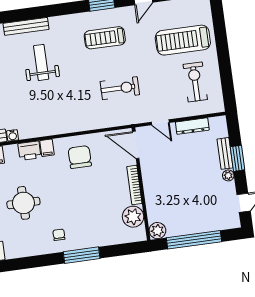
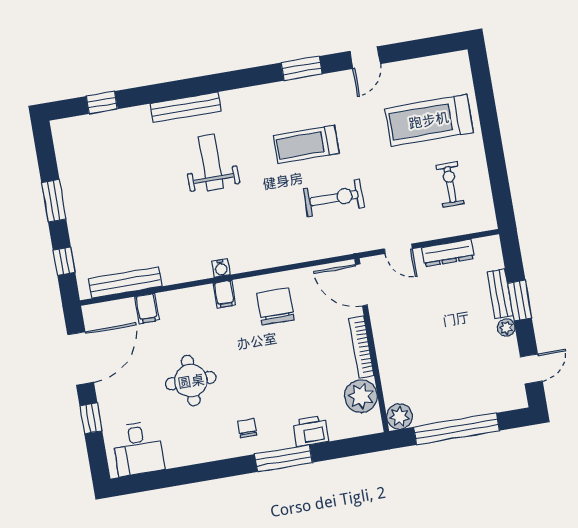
treadmill: (105, 38) -> (306, 144), moved
exercise bike: (195, 82) -> (450, 185), width x0.73, depth x0.72
water cooler: (13, 135) -> (221, 268), moved
printer: (29, 151) -> (311, 431), moved, turned 180

